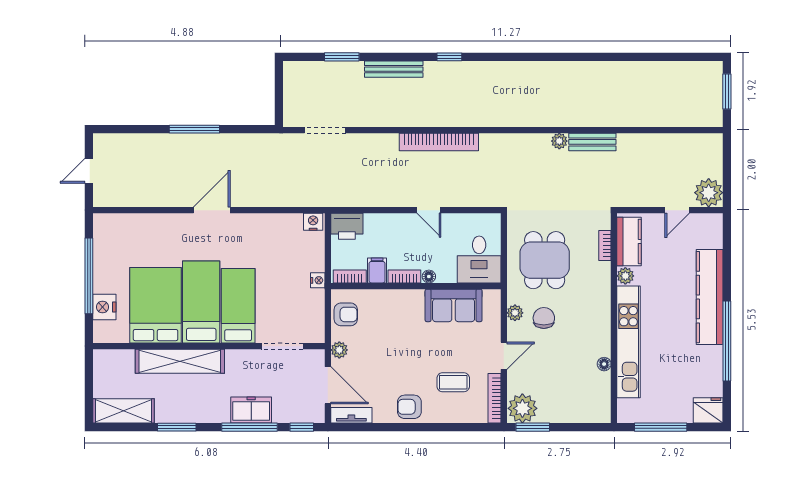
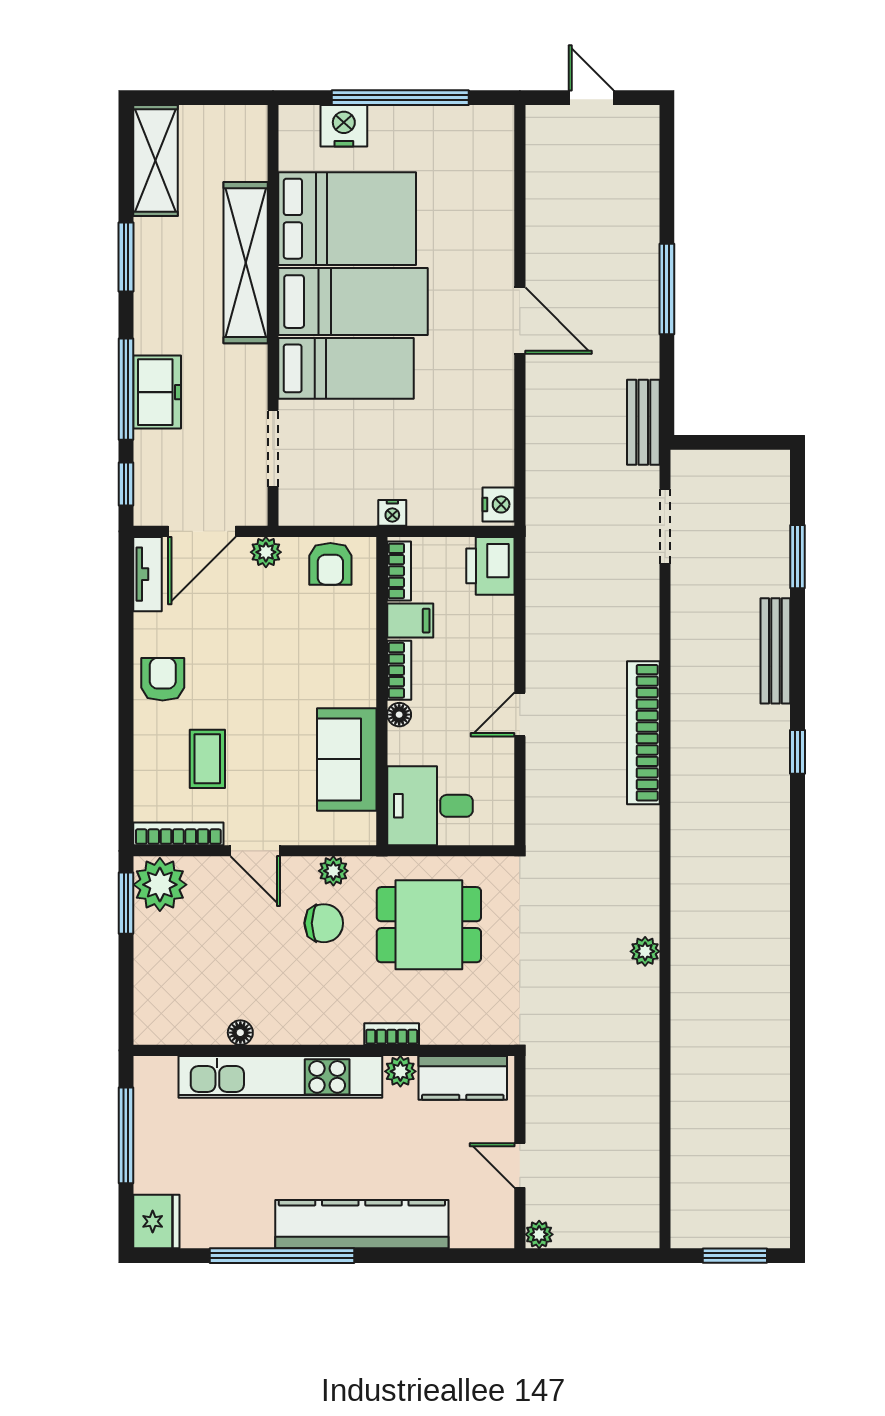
bench: (592, 142) -> (643, 422), moved
plant: (709, 193) -> (539, 1234), width x0.53, depth x0.53
bookcase: (605, 245) -> (392, 1034), moved

